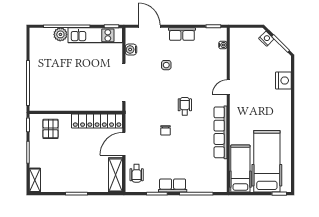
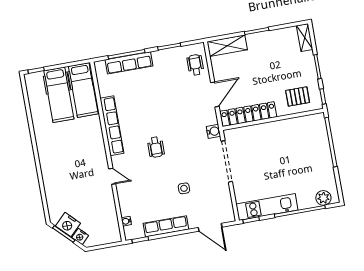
plant: (60, 34) -> (323, 198), moved
row of seats: (182, 34) -> (166, 226), width x1.48
water cooler: (131, 50) -> (213, 131), moved
nightstand: (283, 81) -> (68, 225), moved, turned -45
door: (228, 87) -> (112, 176), hinge flipped
pallet: (50, 129) -> (298, 96), turned 90
chair: (165, 130) -> (172, 117), removed
hospital bed: (267, 161) -> (59, 95), width x0.73, depth x0.78
shelving: (116, 175) -> (227, 46), moved, turned 90
row of seats: (173, 186) -> (129, 63), moved, width x1.48

